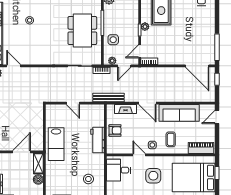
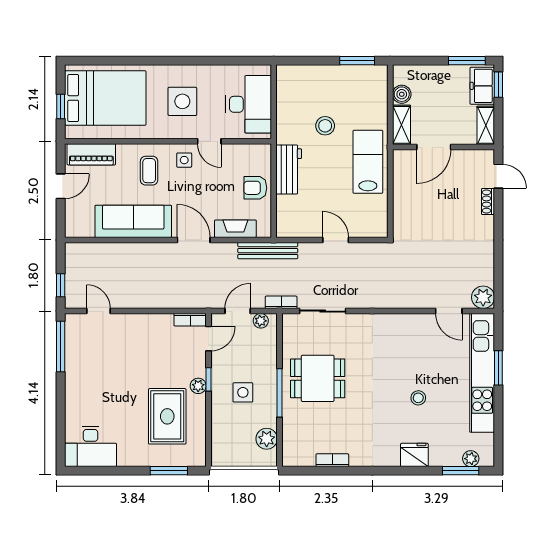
dining table: (82, 31) -> (318, 378), width x0.73
side table: (113, 40) -> (243, 392), moved
door: (197, 66) -> (99, 311), width x0.53
door: (217, 117) -> (61, 186), moved
desk: (119, 170) -> (249, 104), width x1.37
stool: (88, 179) -> (325, 126), moved

